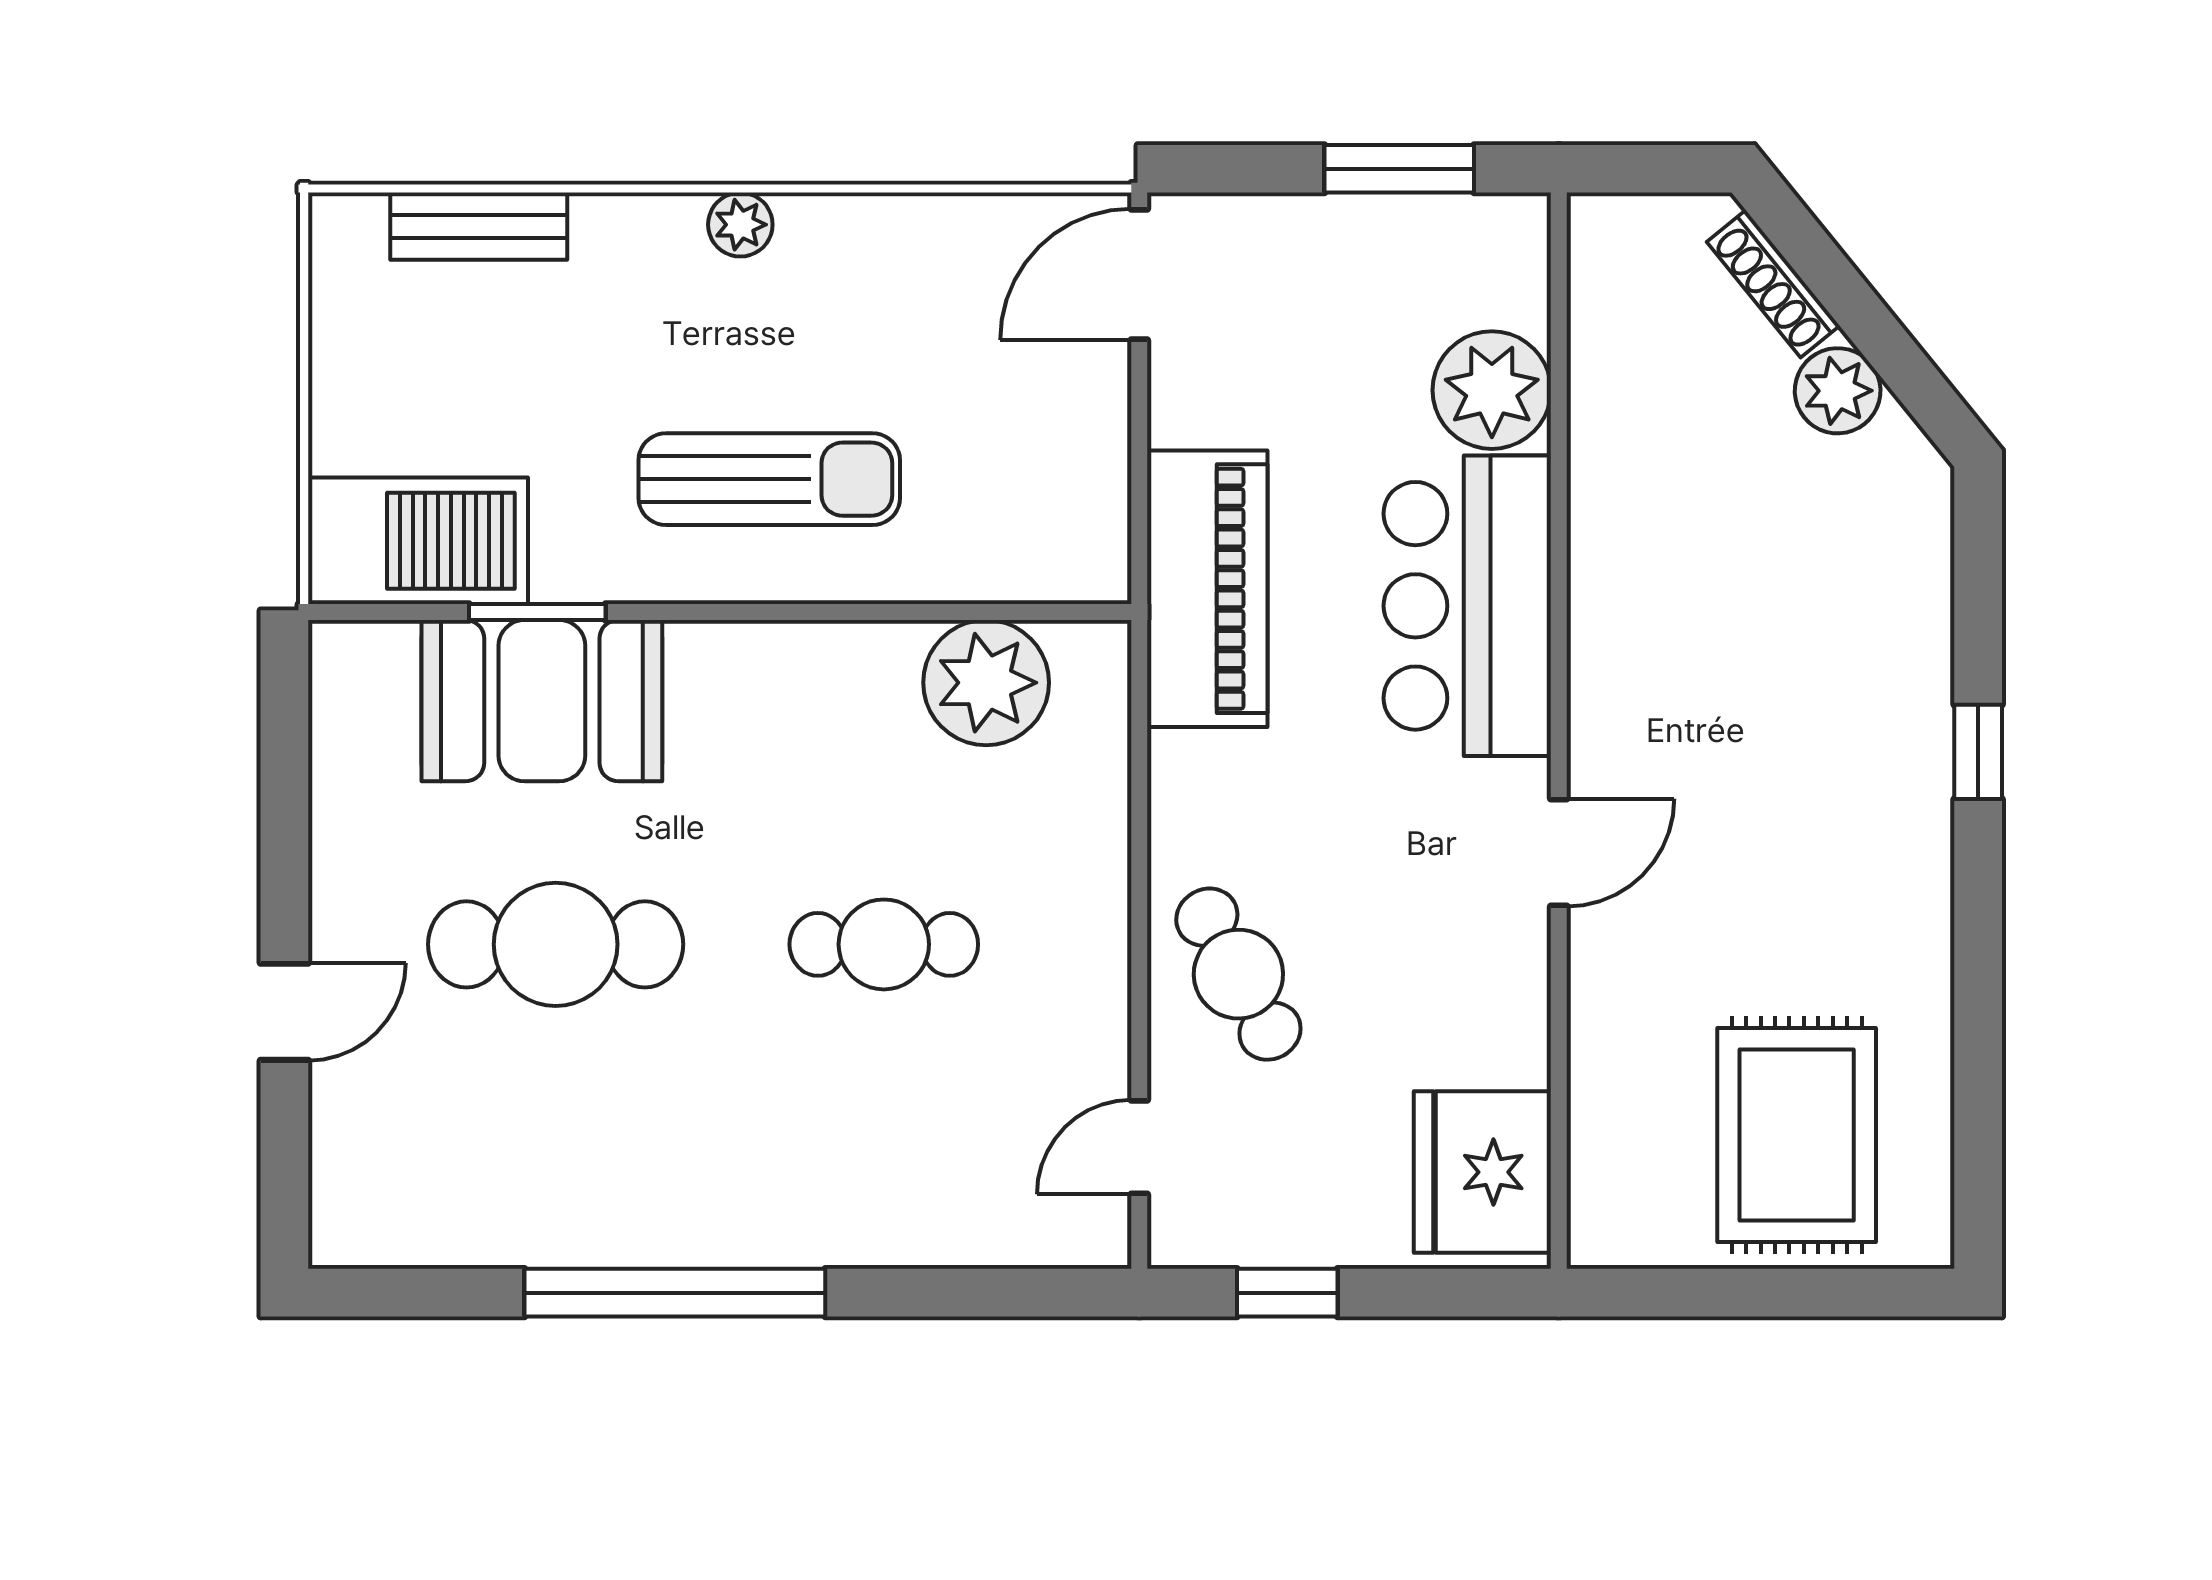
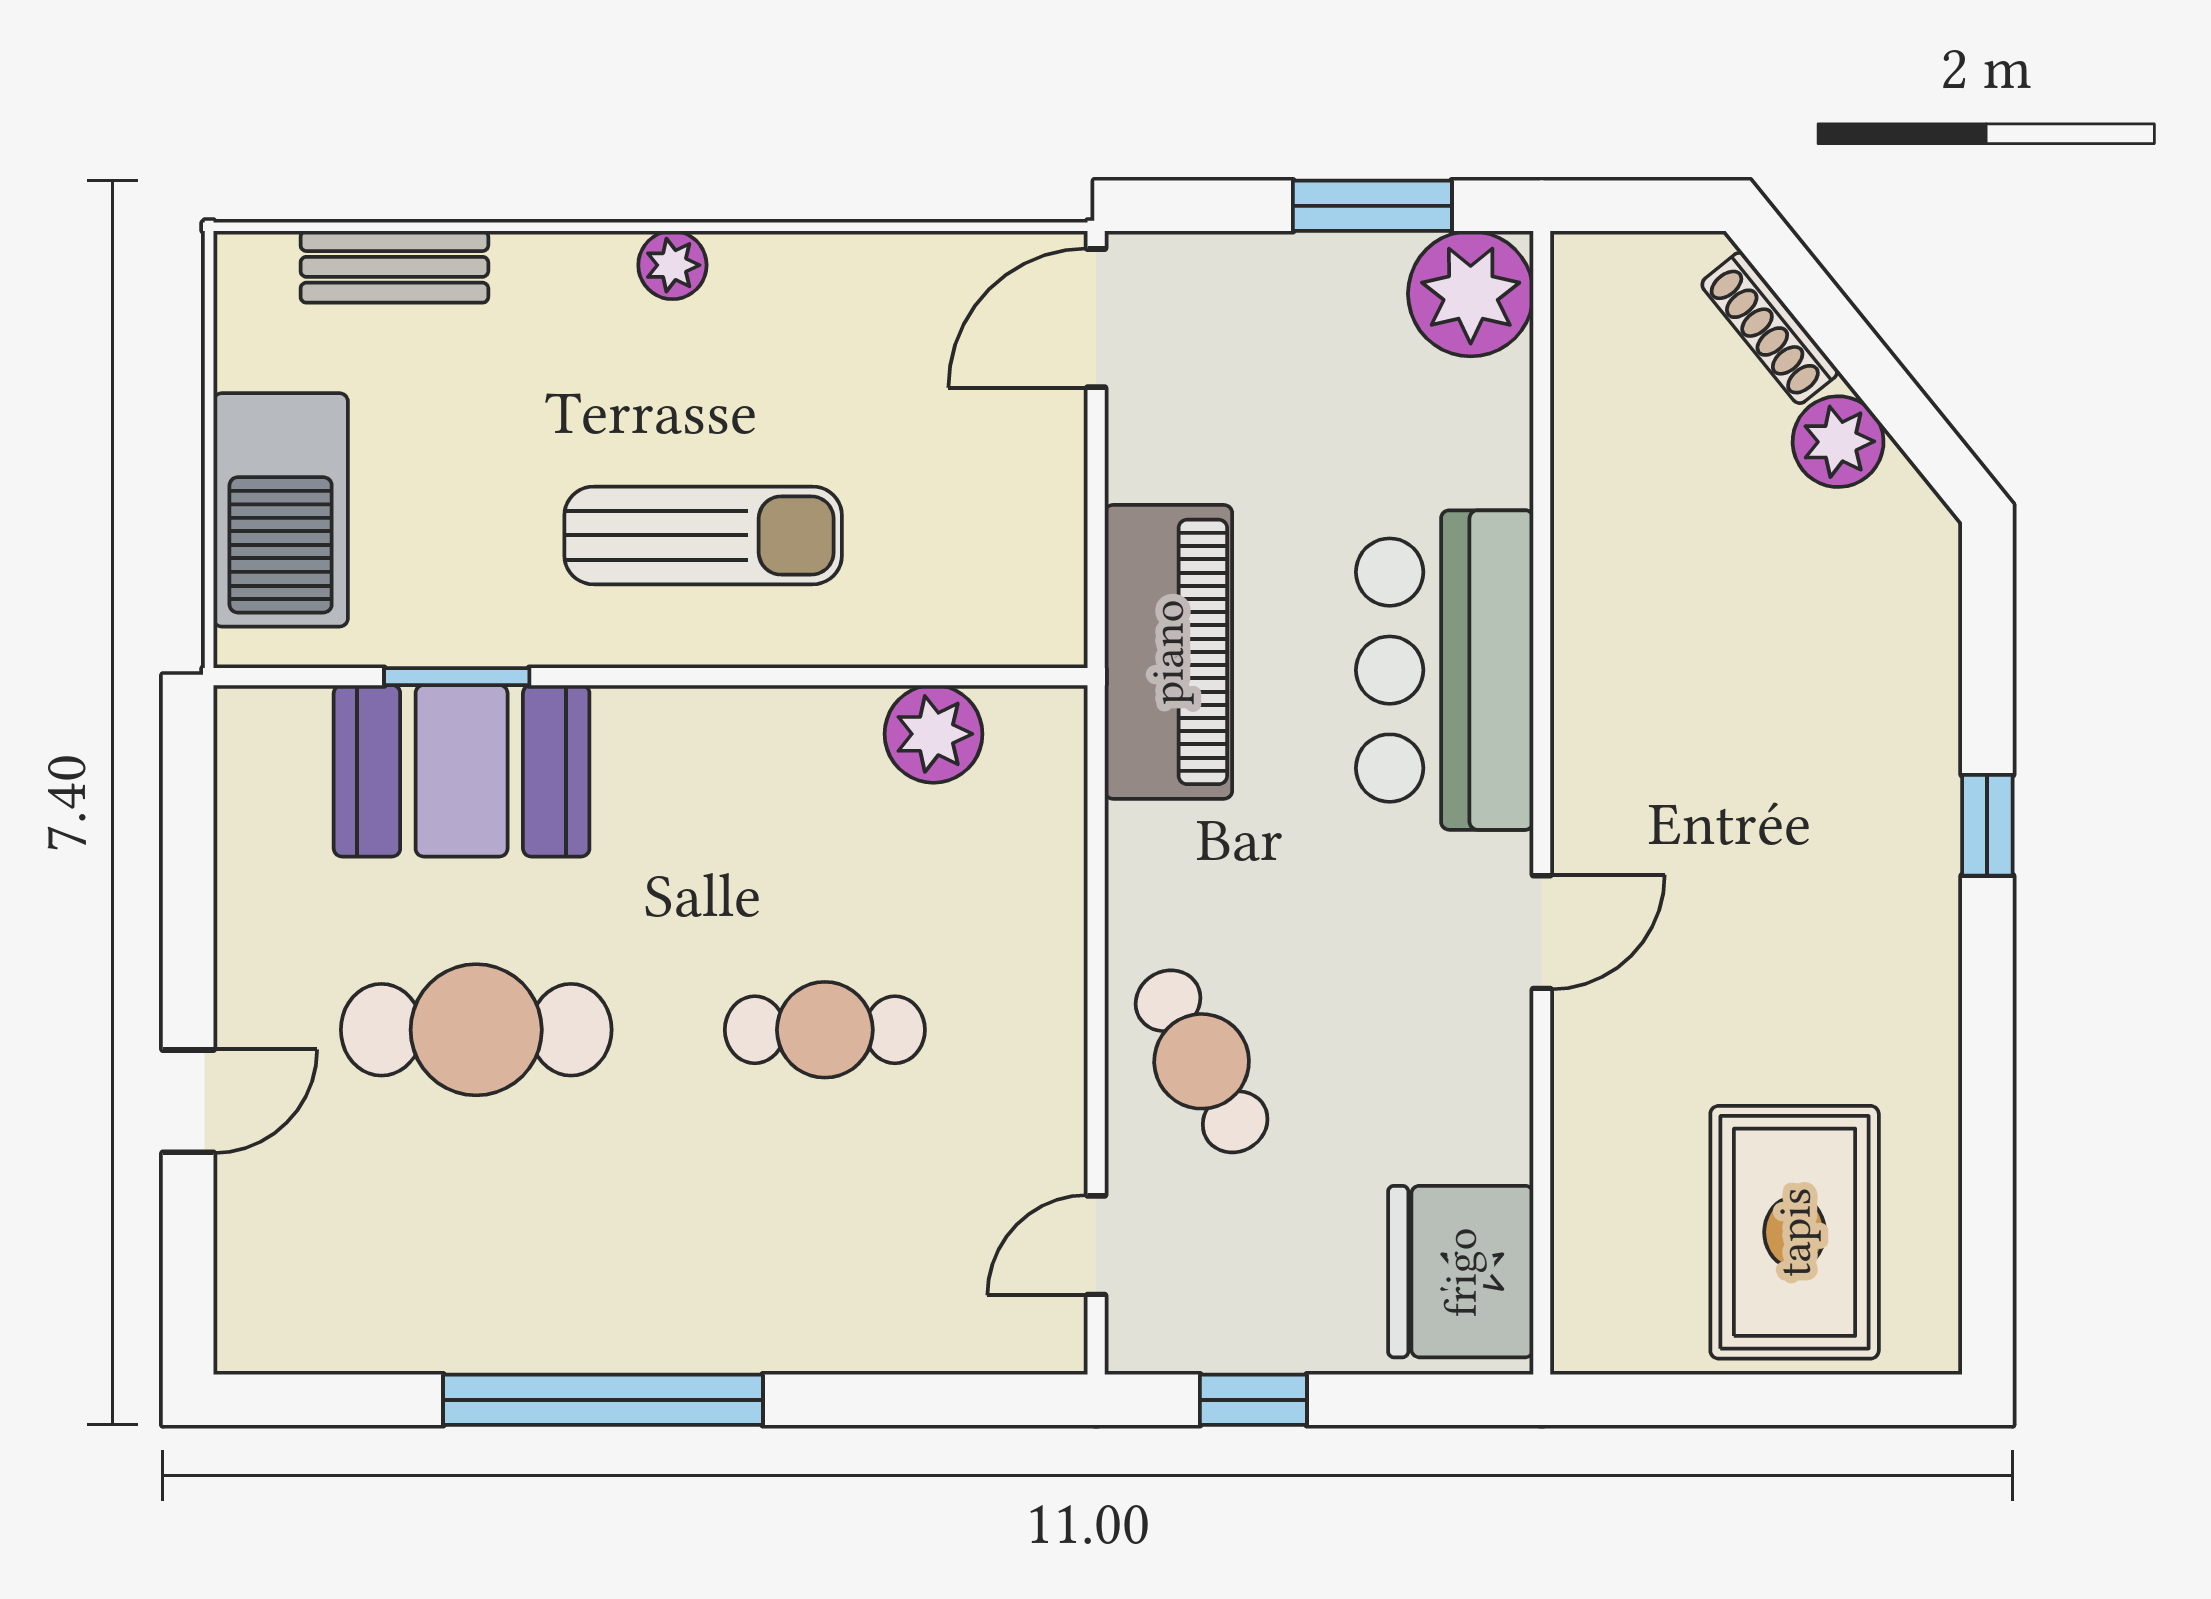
plant: (1492, 390) -> (1471, 294), moved
barbecue: (418, 541) -> (281, 510), moved, turned 90
plant: (986, 683) -> (933, 734), width x0.73, depth x0.73

